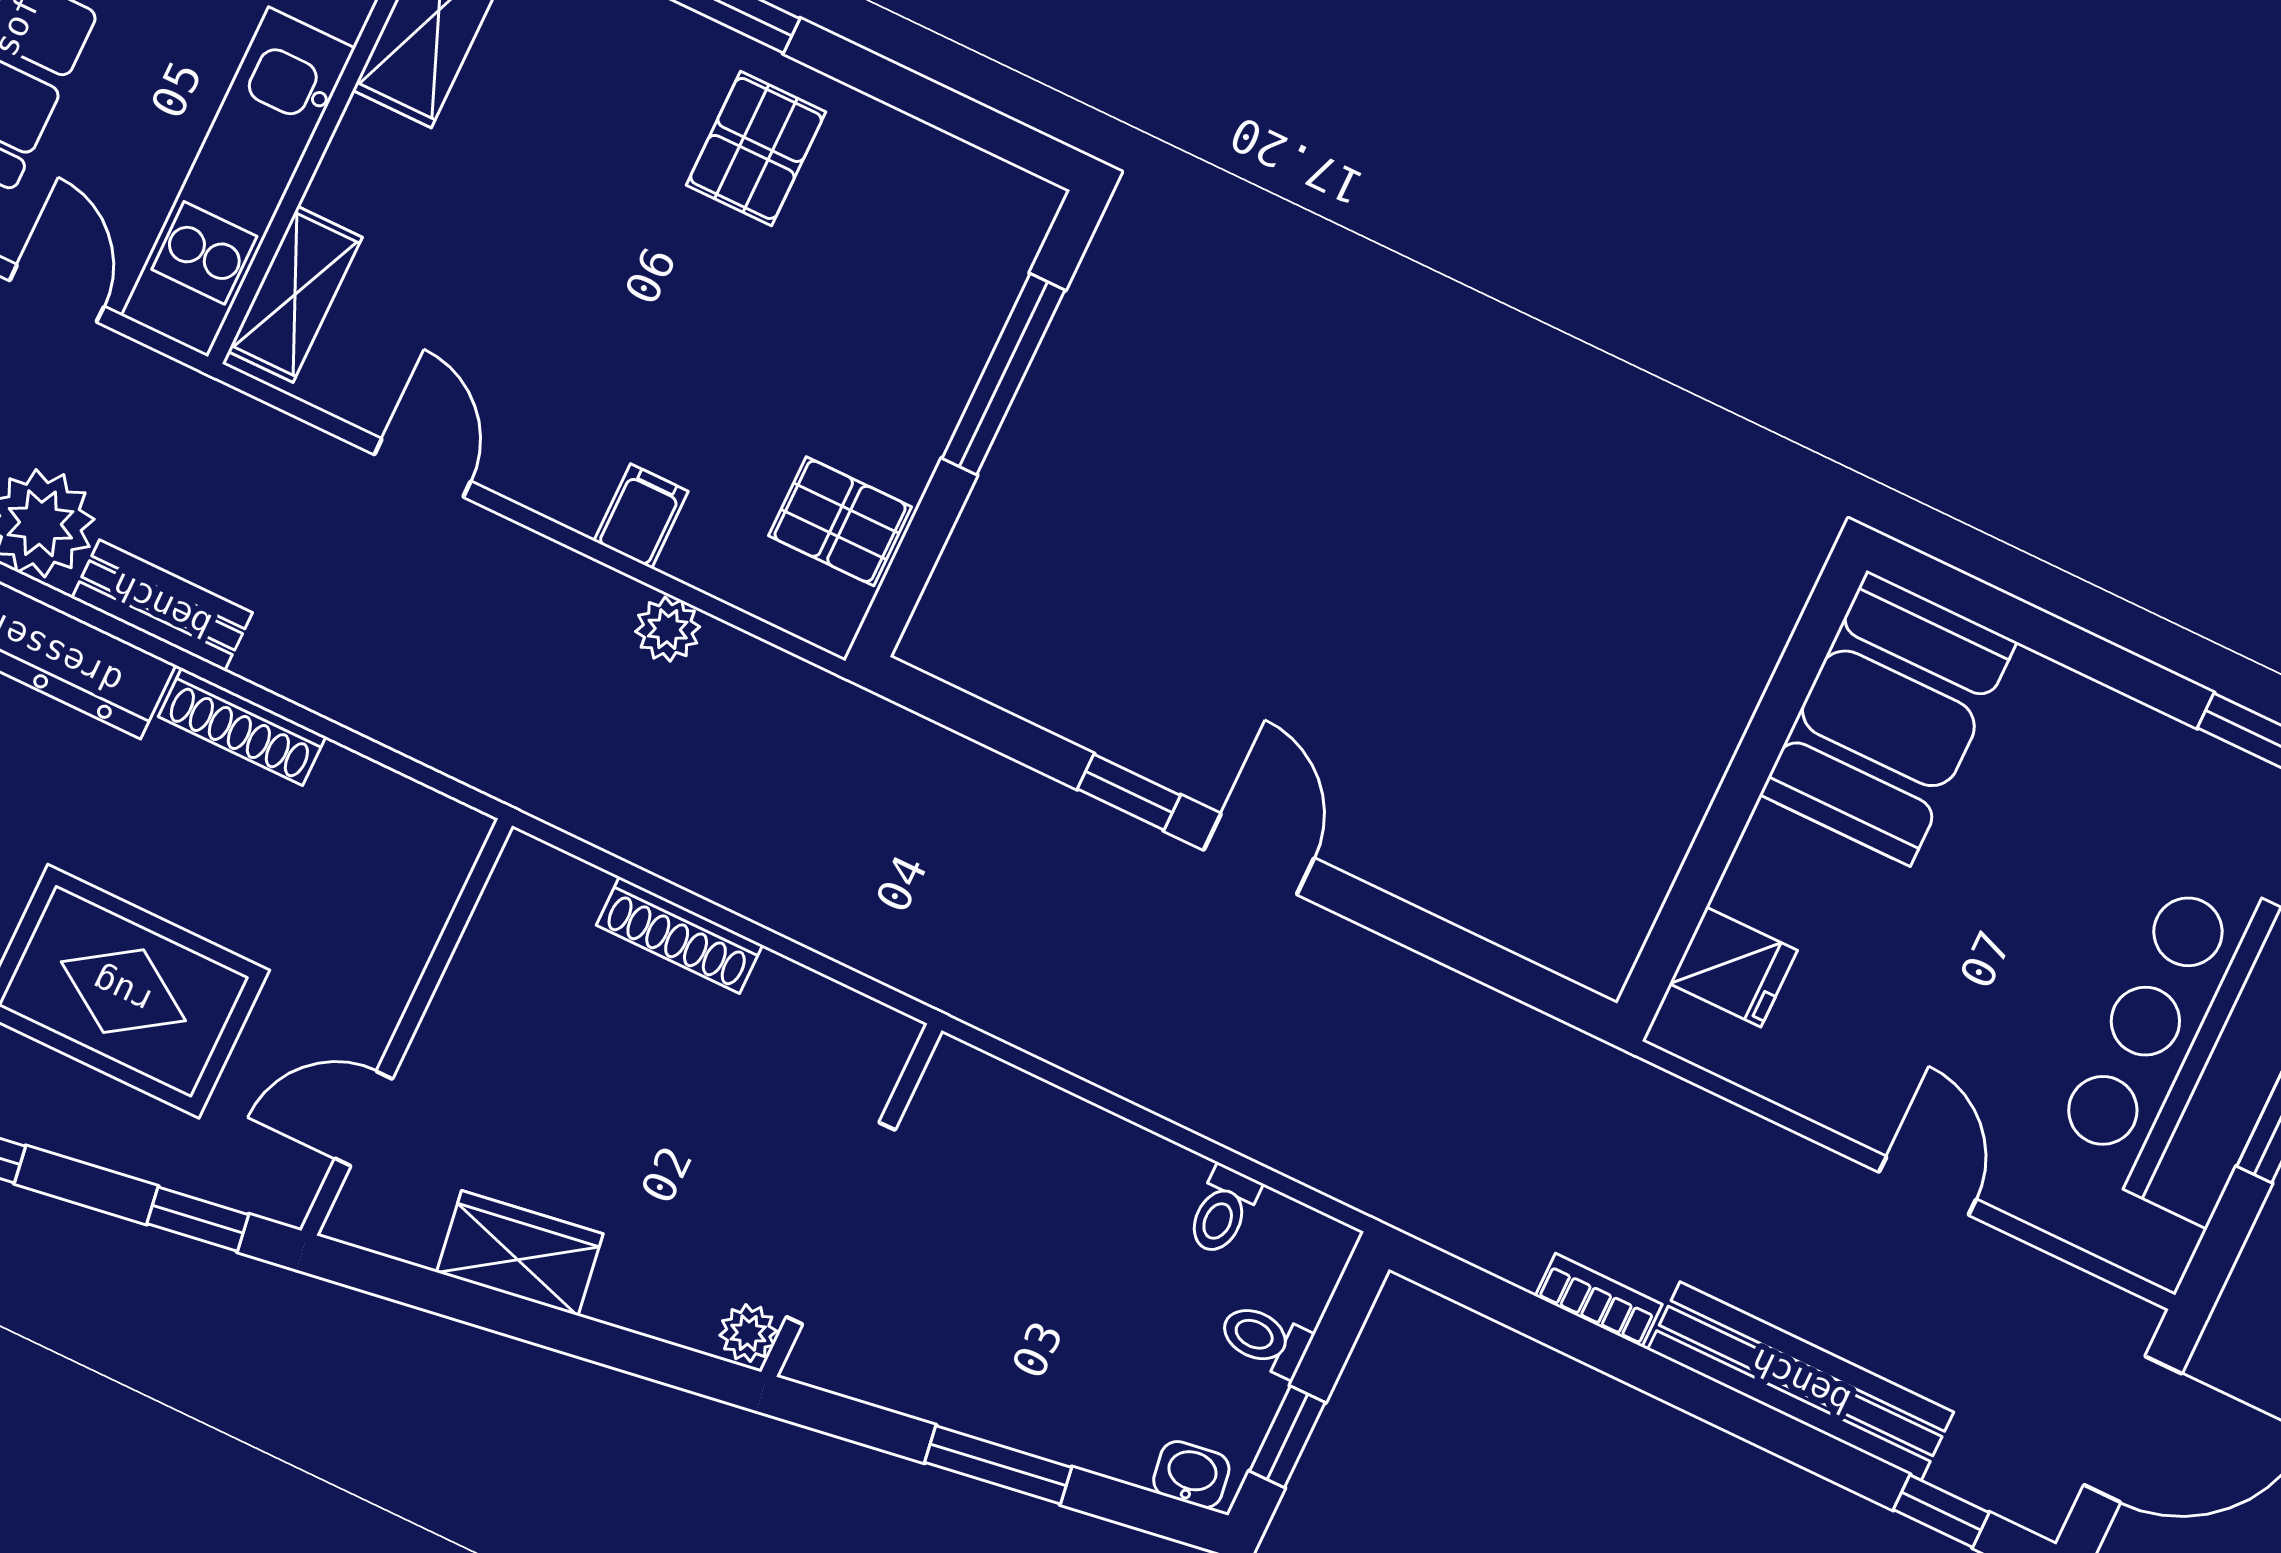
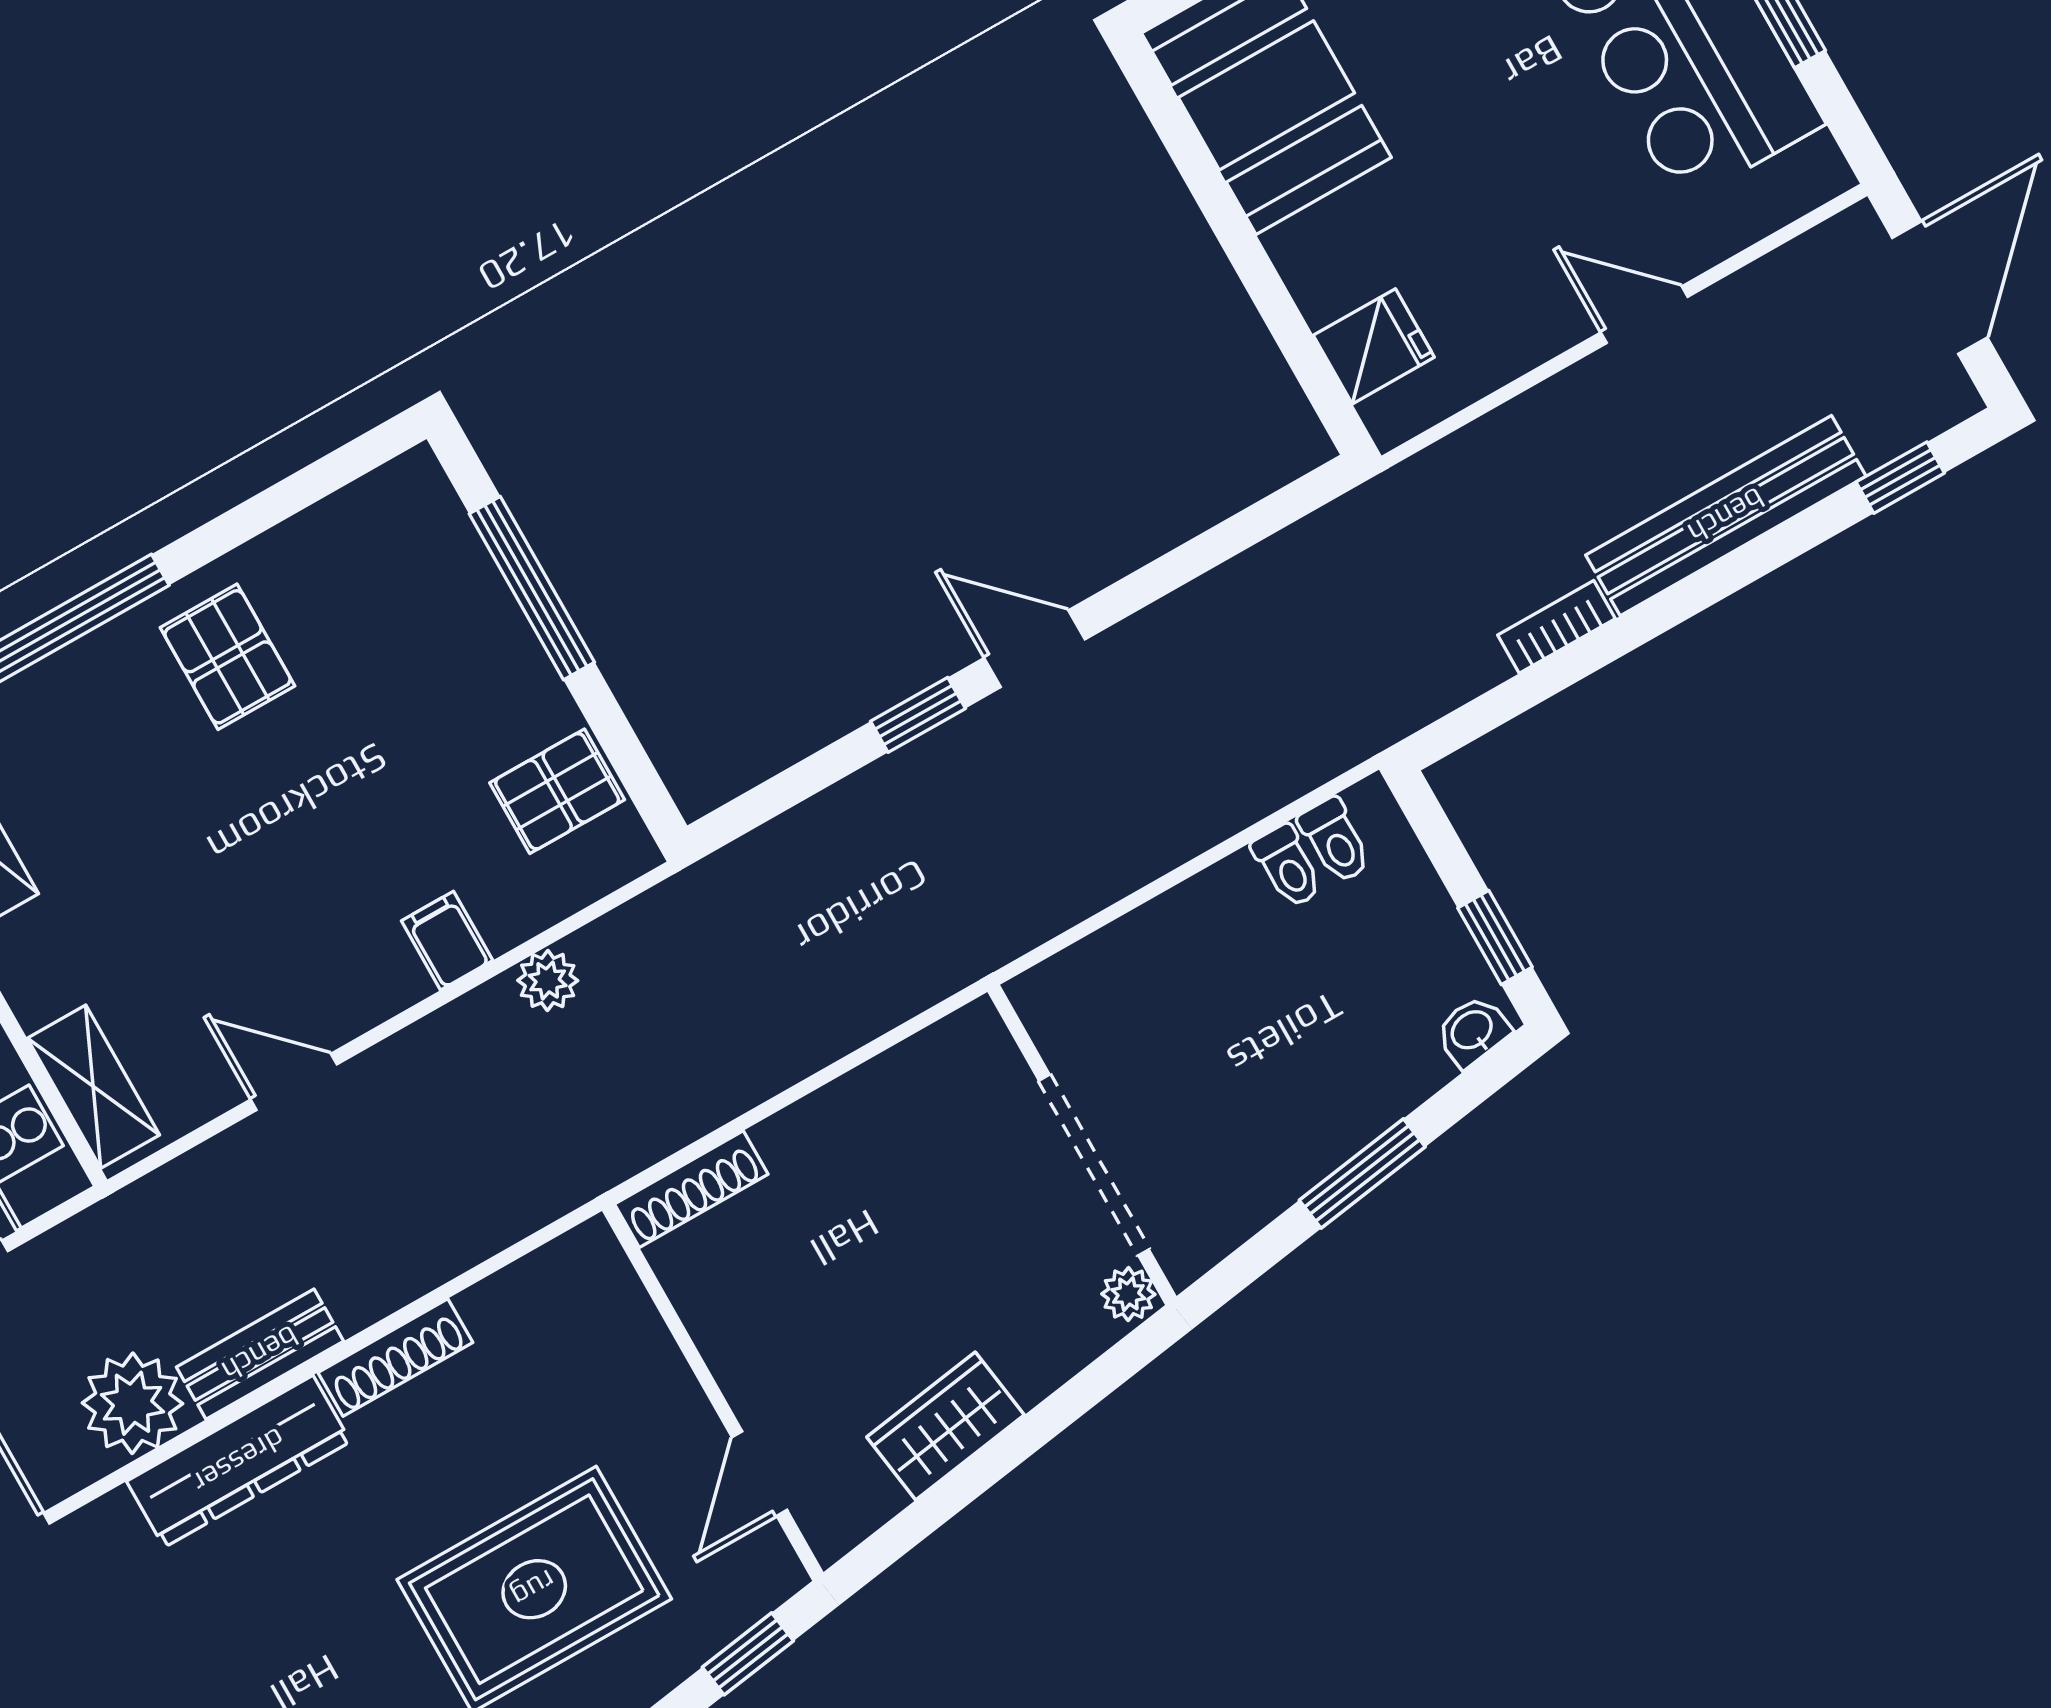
shoe rack: (679, 935) -> (691, 1189), moved
toilet: (1265, 1339) -> (1335, 840), moved, turned -90

